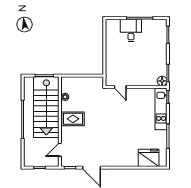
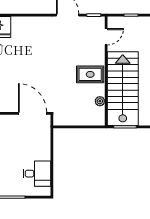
desk: (131, 30) -> (37, 174), moved, turned -90
door: (120, 87) -> (33, 113), width x1.87

